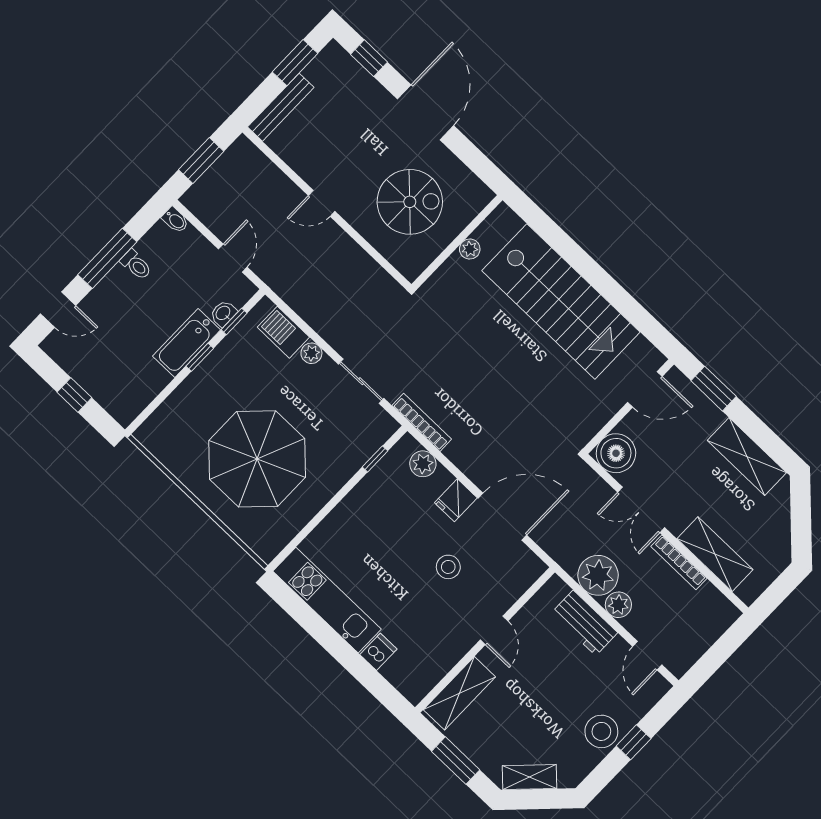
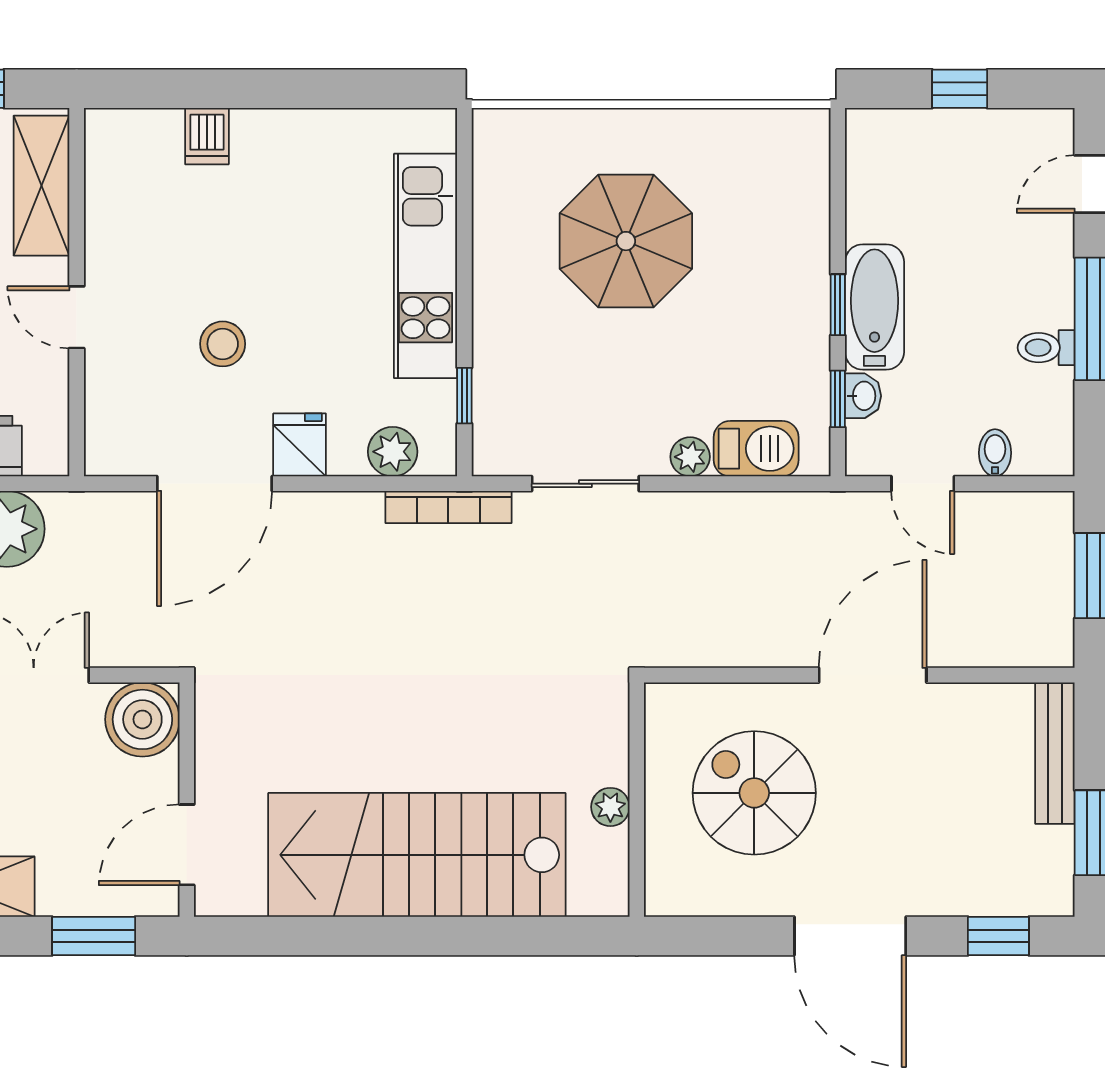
spiral stairs: (410, 202) -> (754, 793), turned 90
door: (322, 203) -> (873, 675), width x1.88
bidet: (175, 220) -> (995, 453), moved, turned 90
parasol: (257, 459) -> (626, 241), width x0.73, depth x0.73
kitchen unit: (327, 600) -> (426, 266), moved, turned 90

